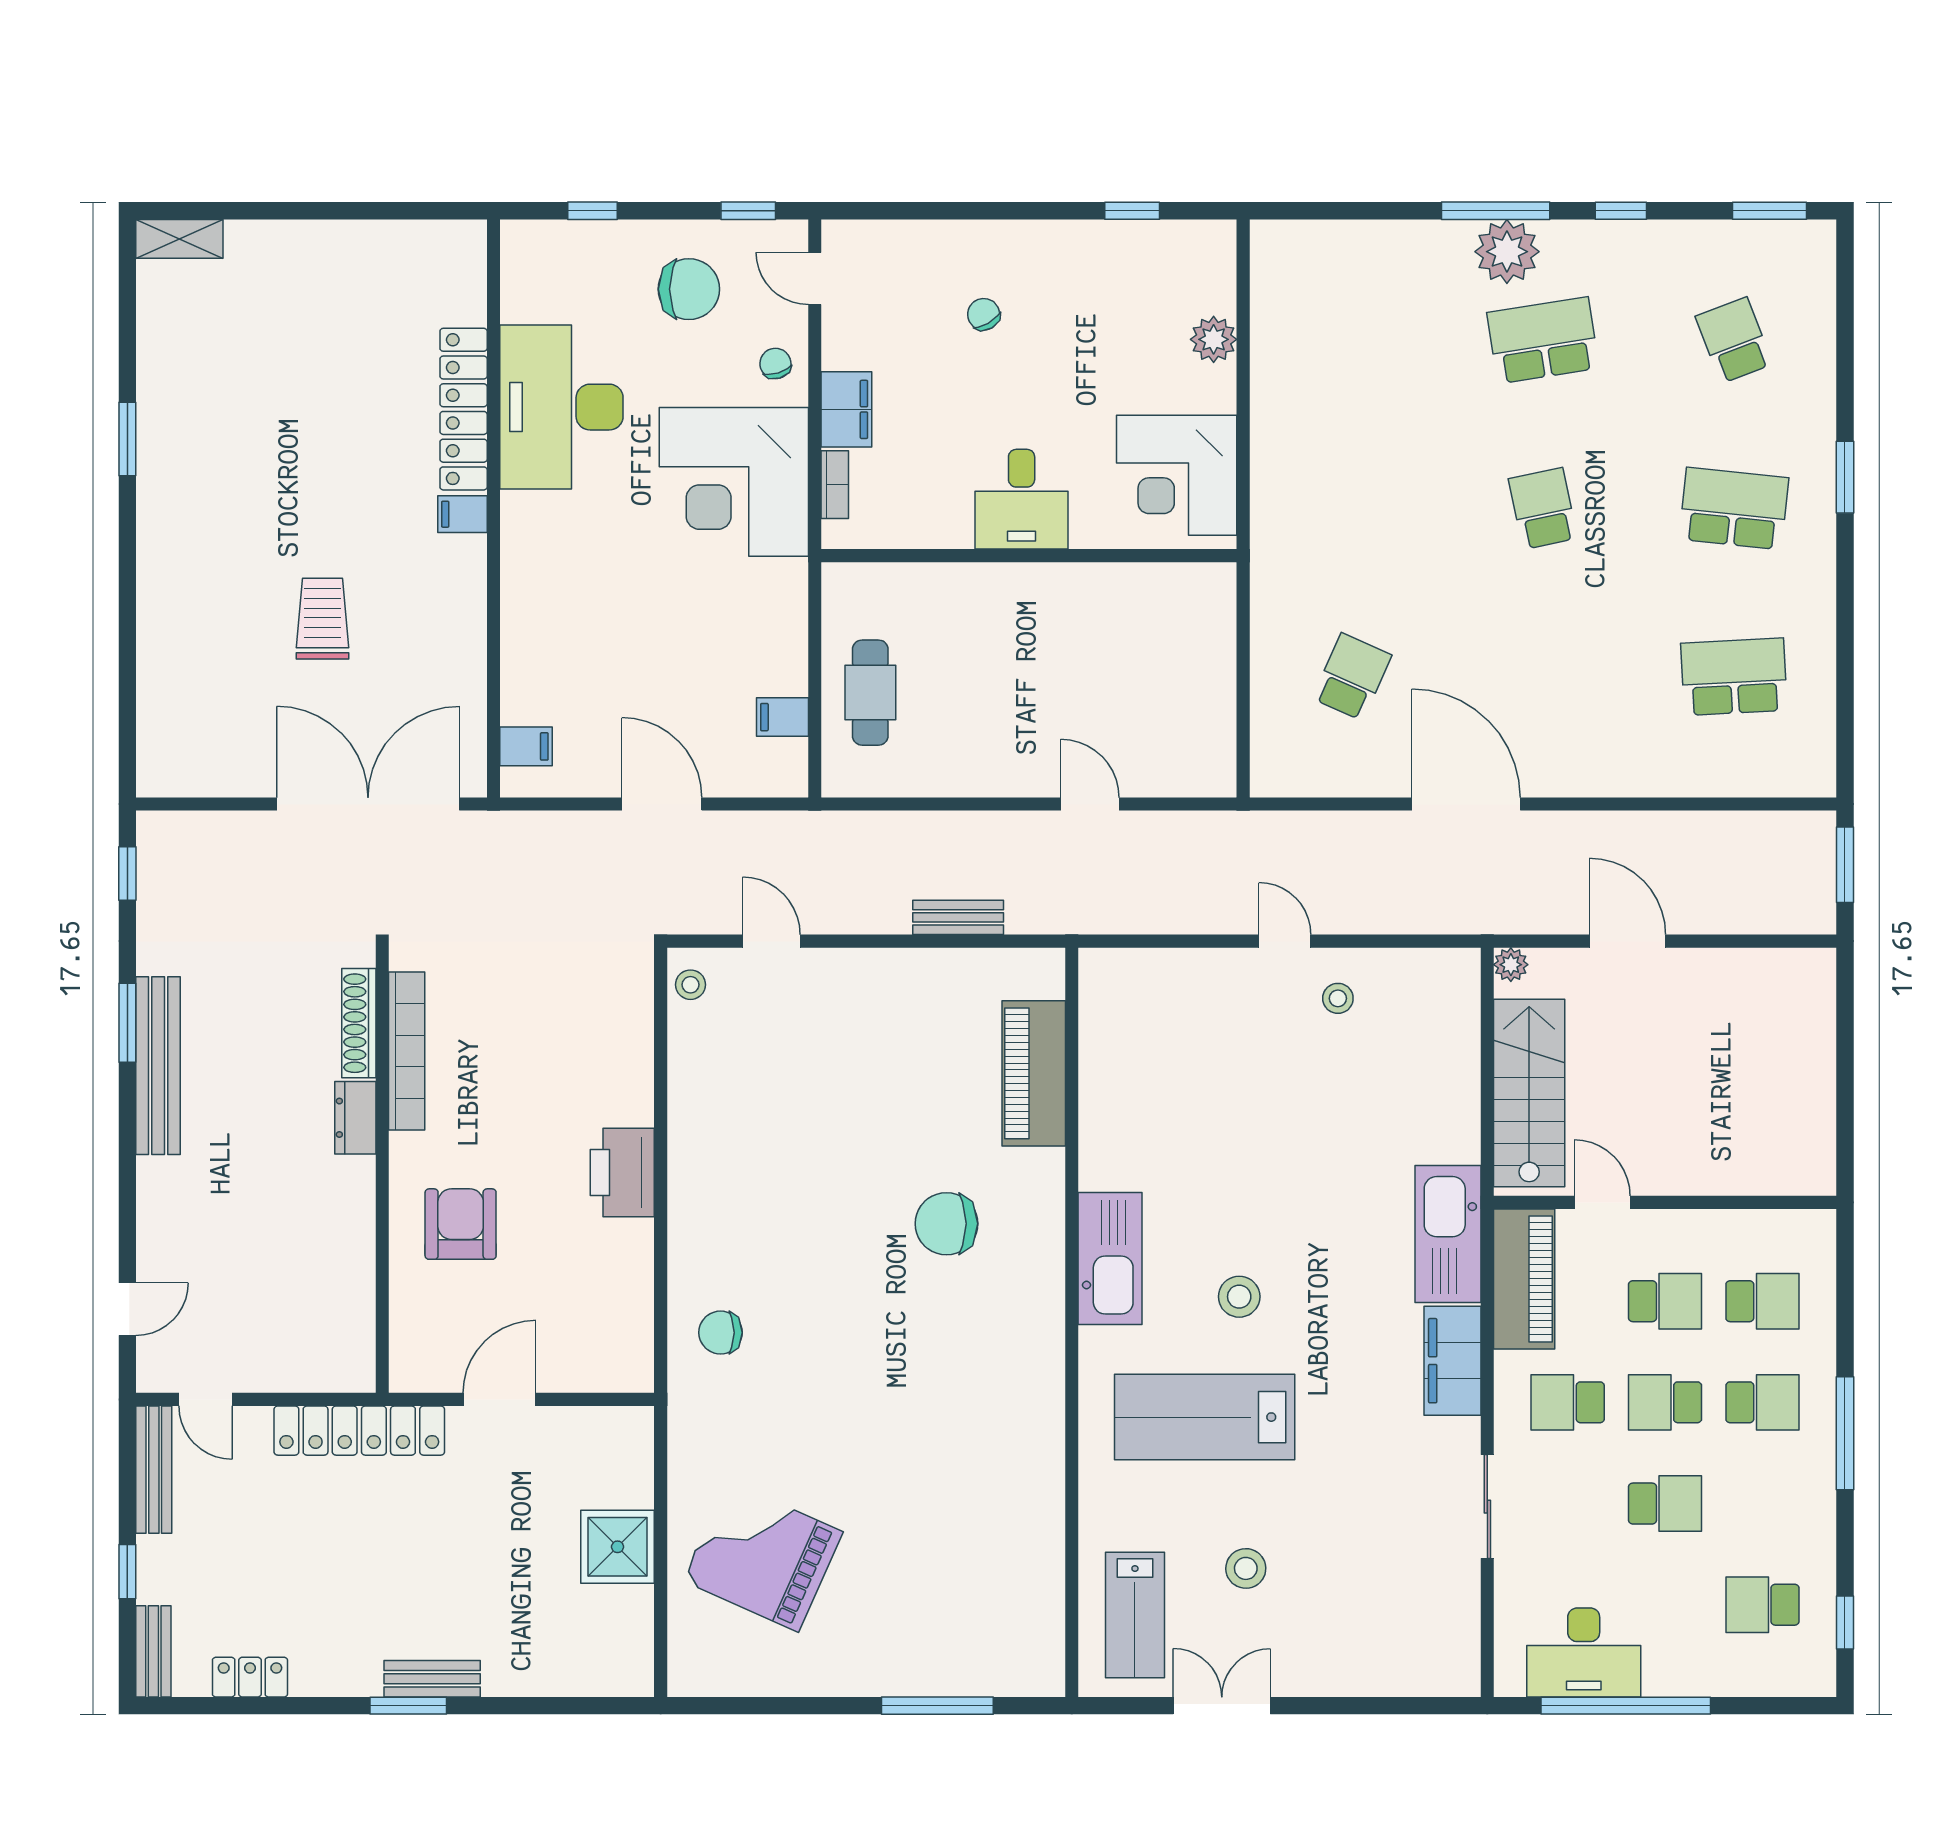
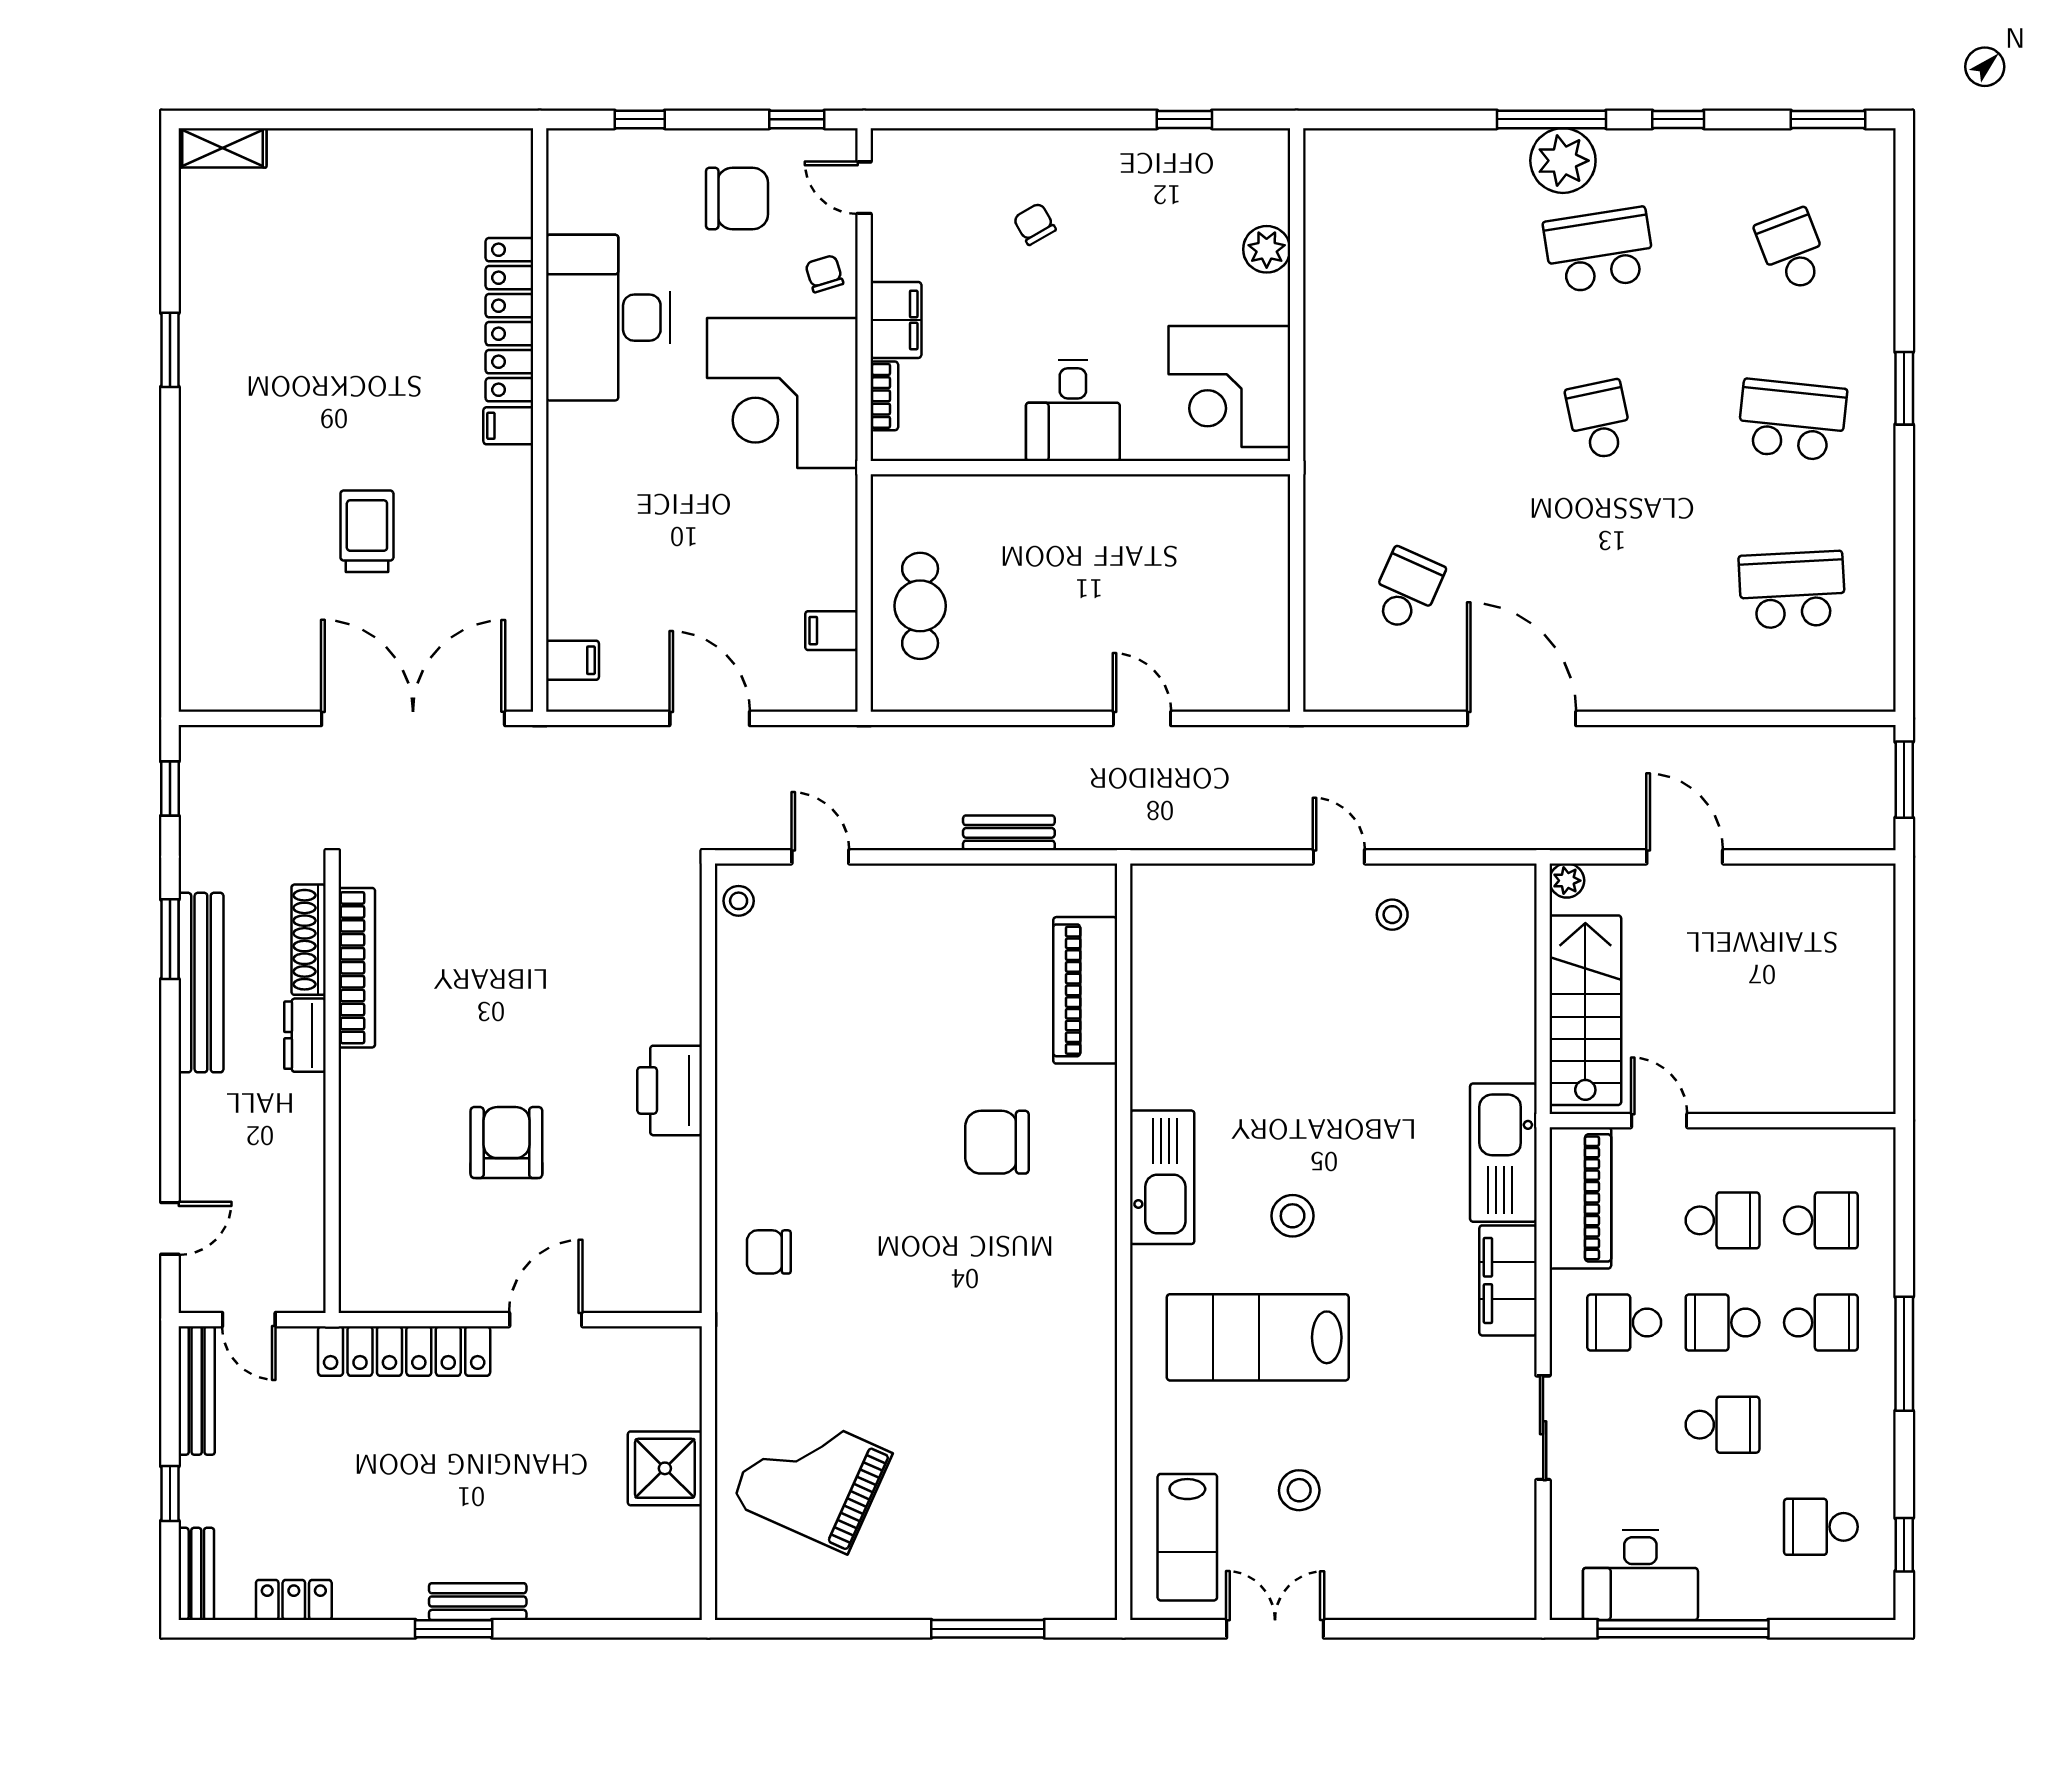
shoe rack: (359, 1023) -> (309, 940), moved
bookcase: (407, 1051) -> (357, 968), moved
dresser: (355, 1118) -> (305, 1035), moved
wall: (382, 1170) -> (332, 1088), moved

